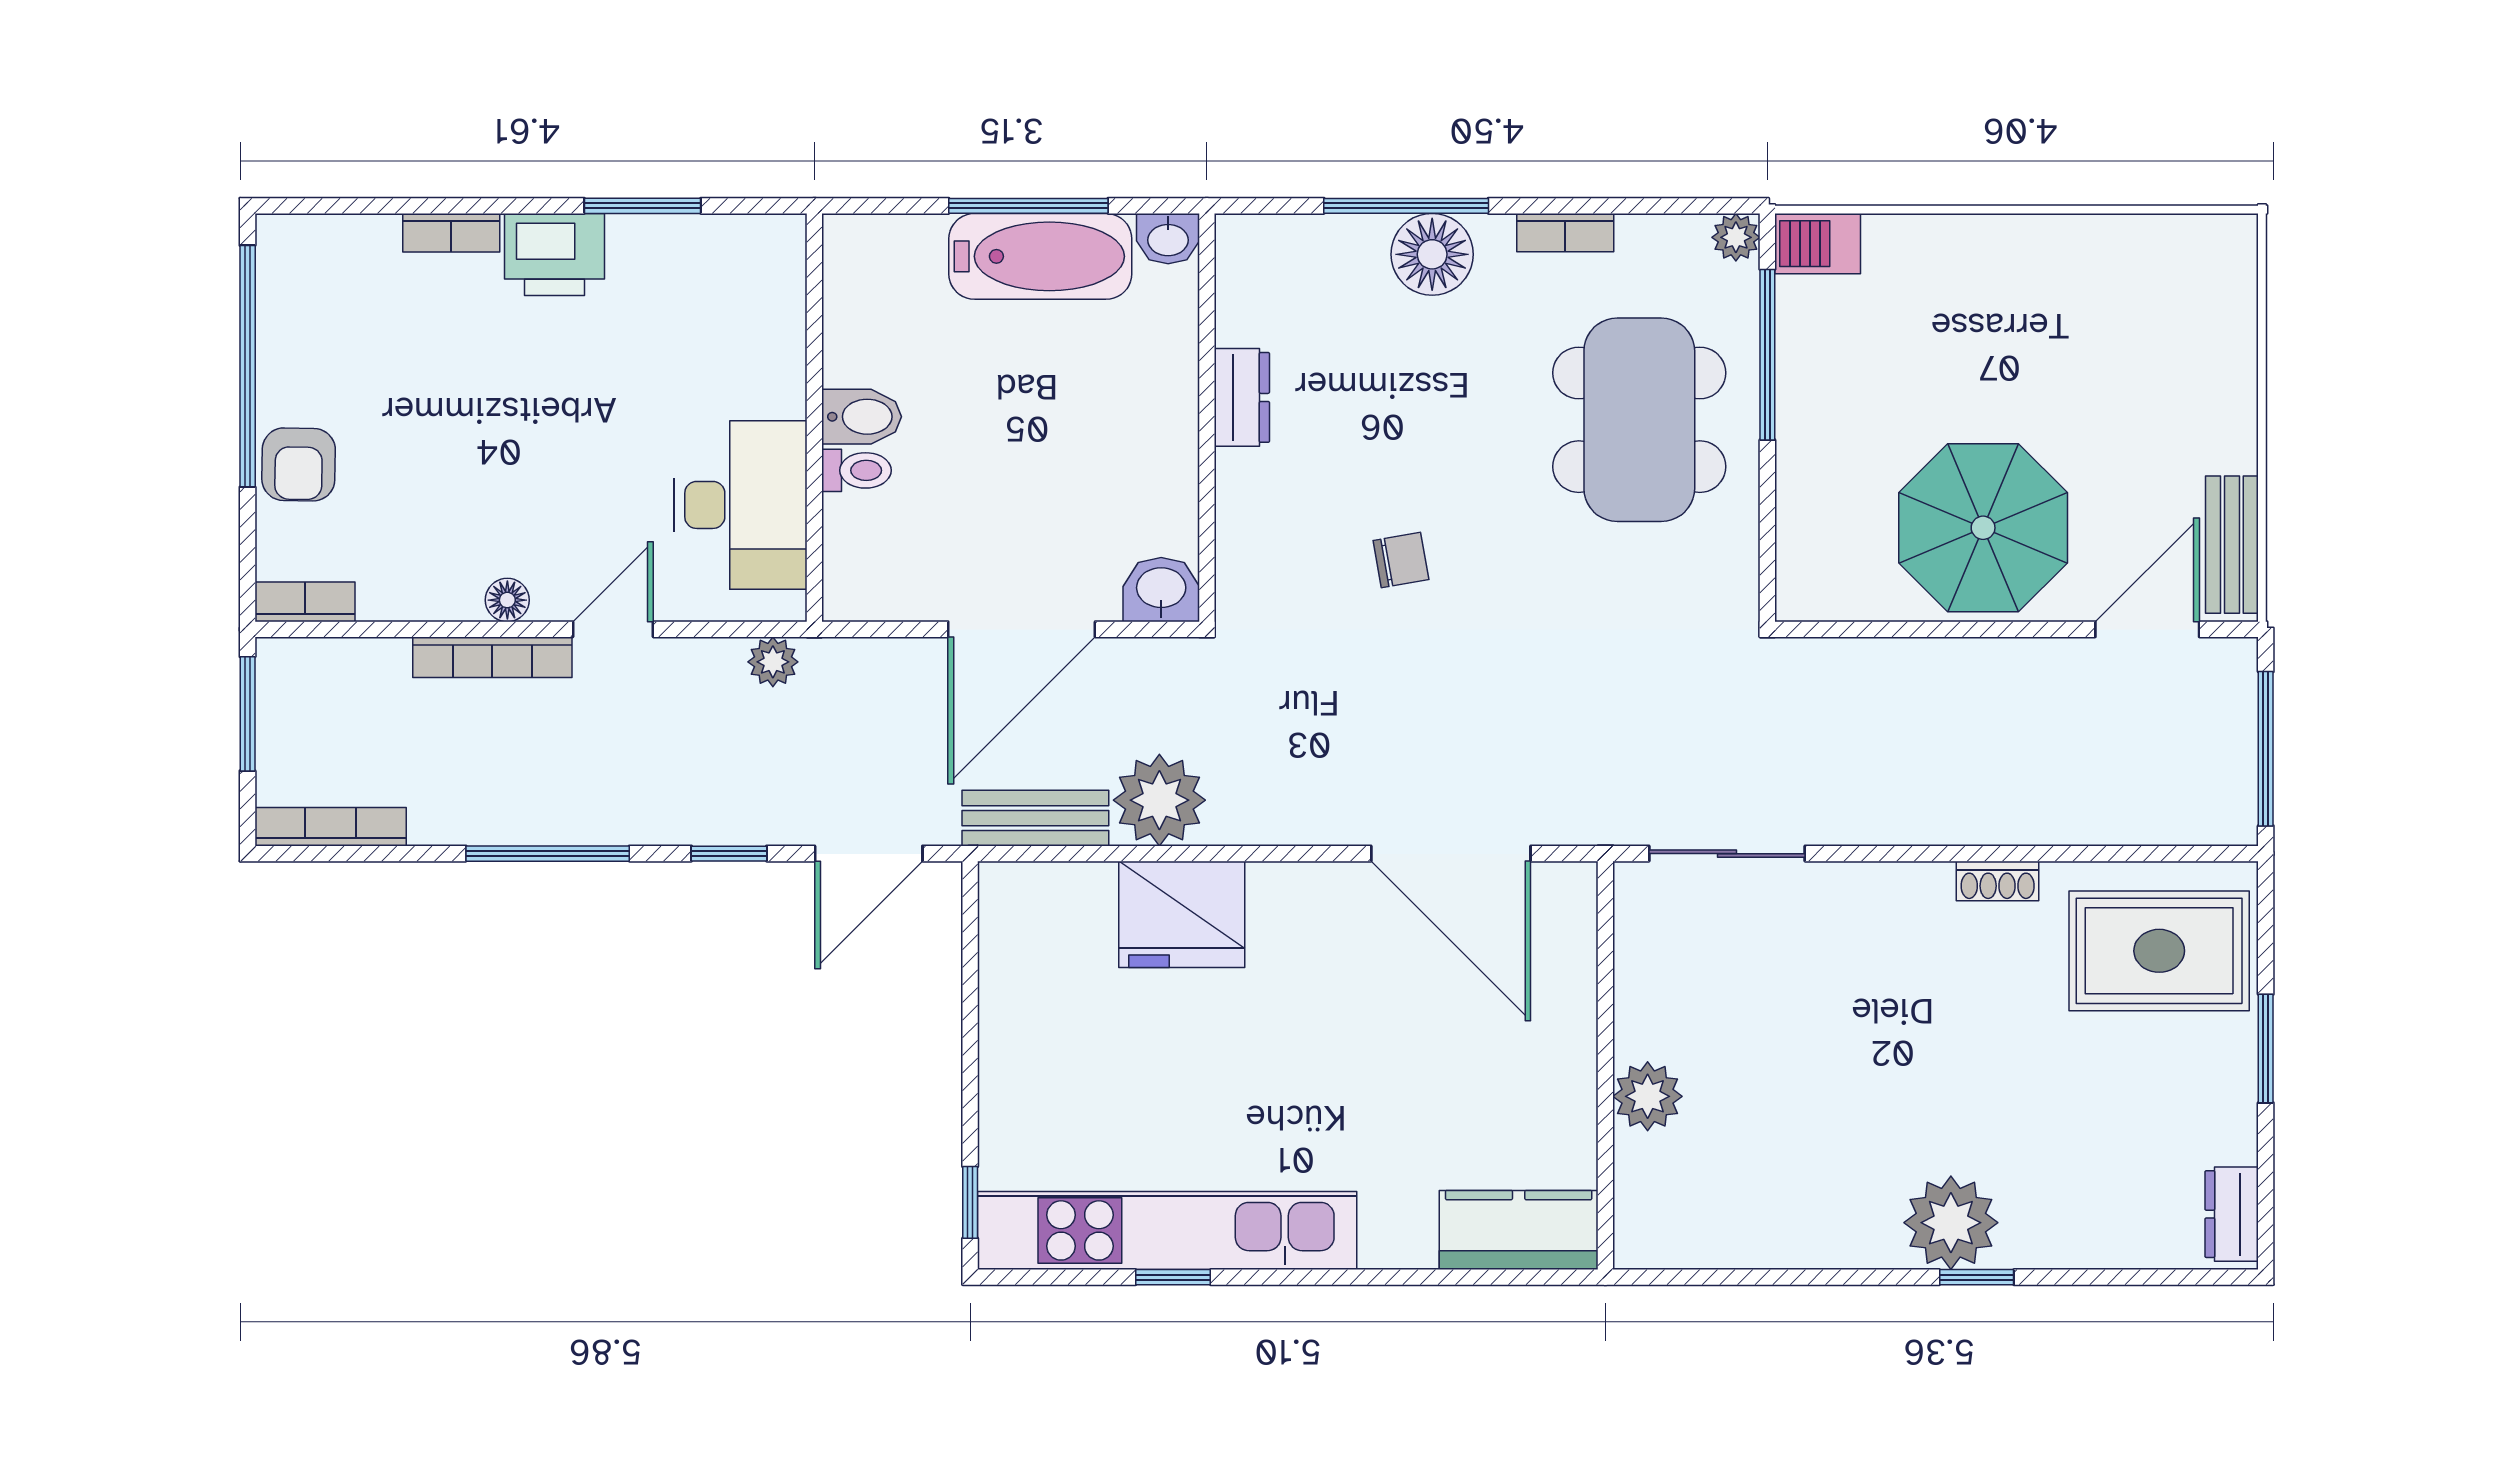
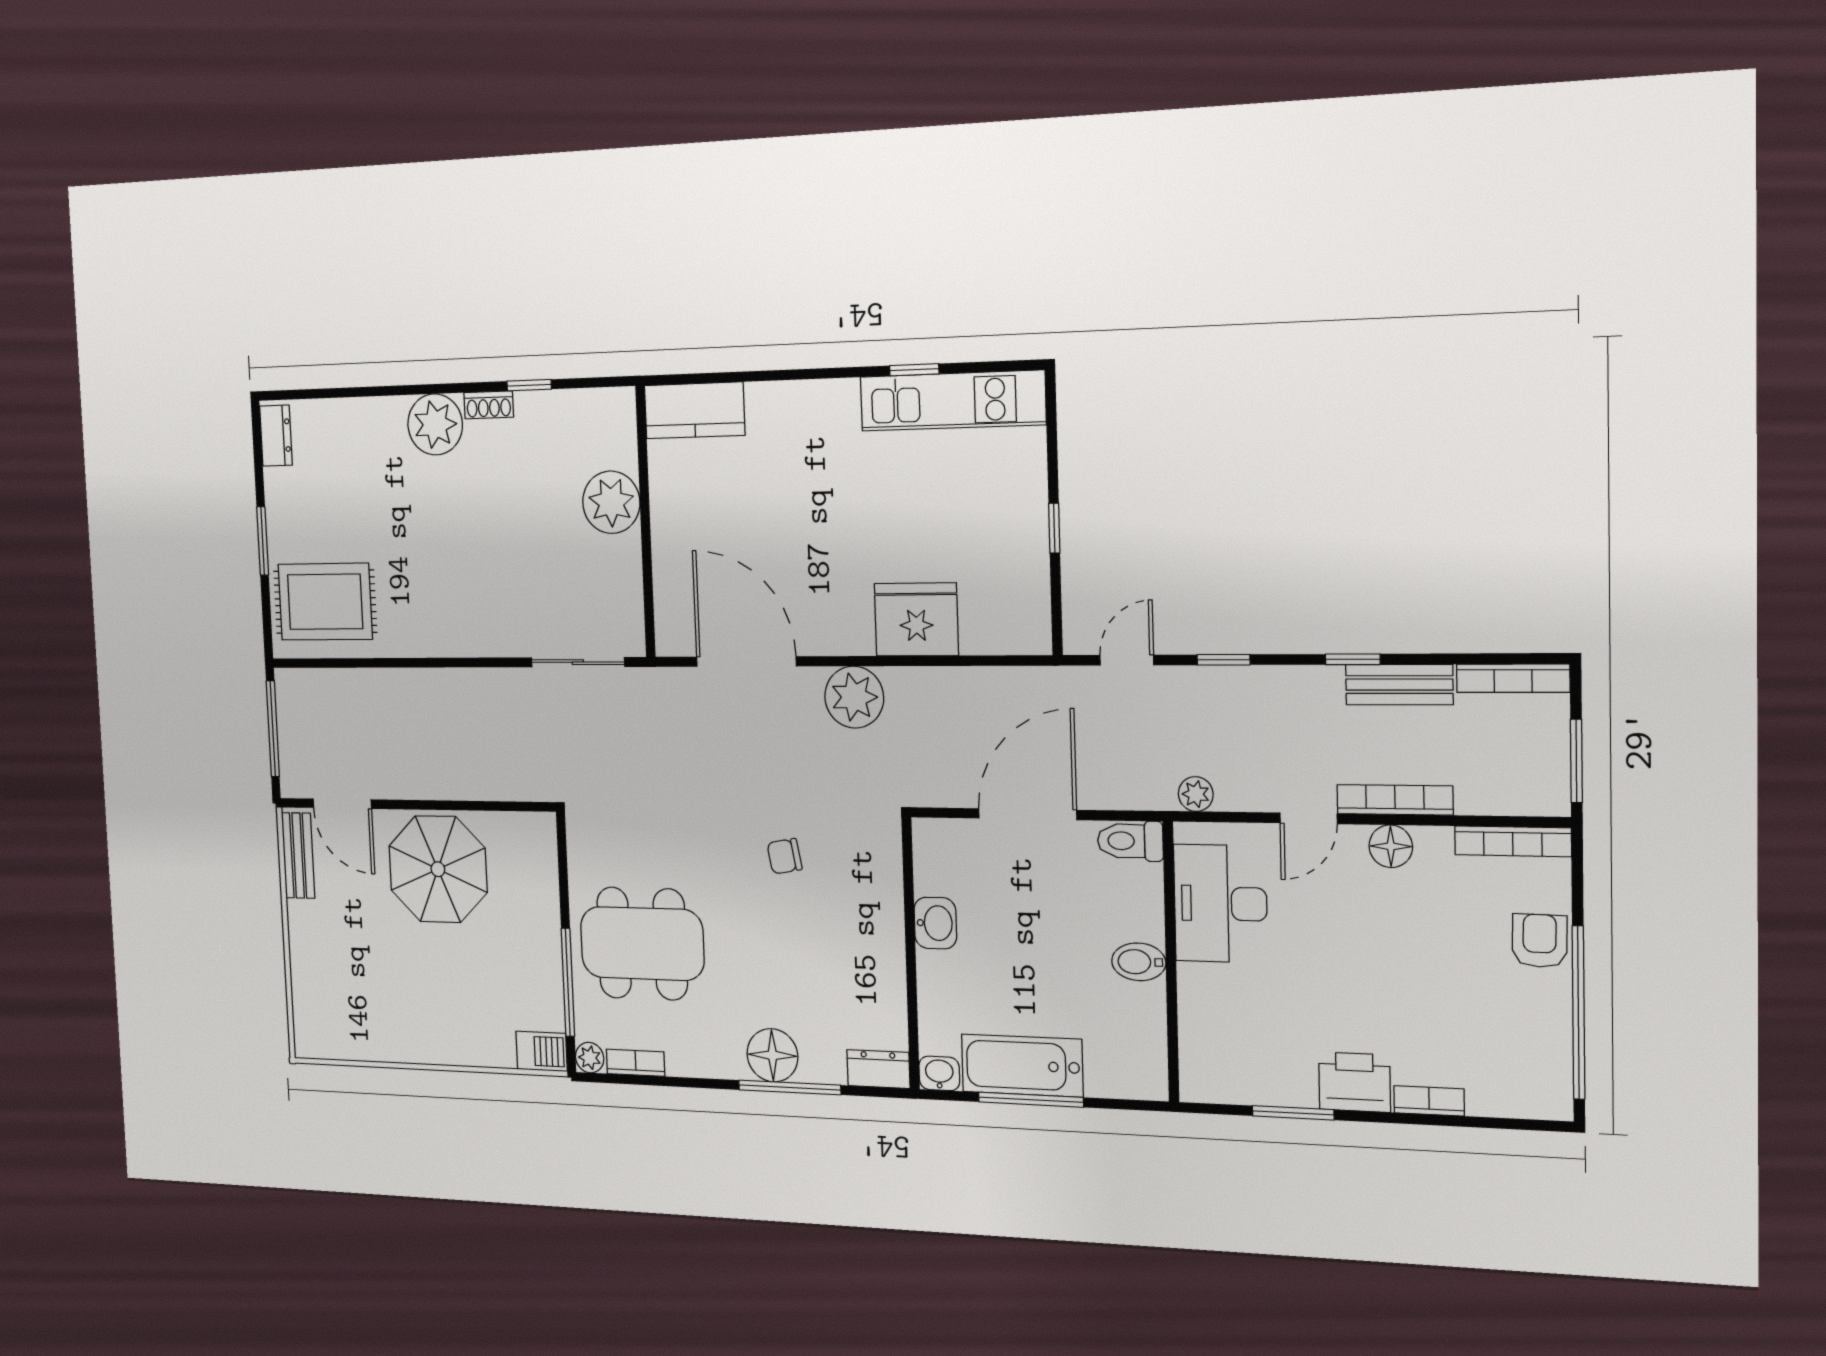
bookcase: (1565, 233) -> (636, 1063), moved
dresser: (1242, 397) -> (878, 1069), moved, turned 90
dining table: (1639, 420) -> (642, 944), turned 90
toilet: (856, 470) -> (1130, 841), moved, width x1.37, depth x1.39
washbasin: (1161, 590) -> (935, 923), moved, turned -90
floor lamp: (507, 600) -> (1391, 846), width x1.37, depth x1.37
bookcase: (305, 602) -> (1513, 841), width x1.56
door: (2147, 629) -> (342, 804), hinge flipped
plant: (1159, 800) -> (854, 697), moved
bench: (1035, 818) -> (1399, 685), moved
window: (548, 854) -> (1353, 659), width x0.46
door: (869, 854) -> (1127, 660), width x0.73
shoe rack: (1998, 881) -> (489, 405), moved, turned 180
plant: (1648, 1096) -> (611, 502), width x1.36, depth x1.36
window: (970, 1202) -> (1054, 528), moved
kitchen unit: (1167, 1230) -> (953, 401), width x0.73
window: (1977, 1277) -> (529, 385), moved

